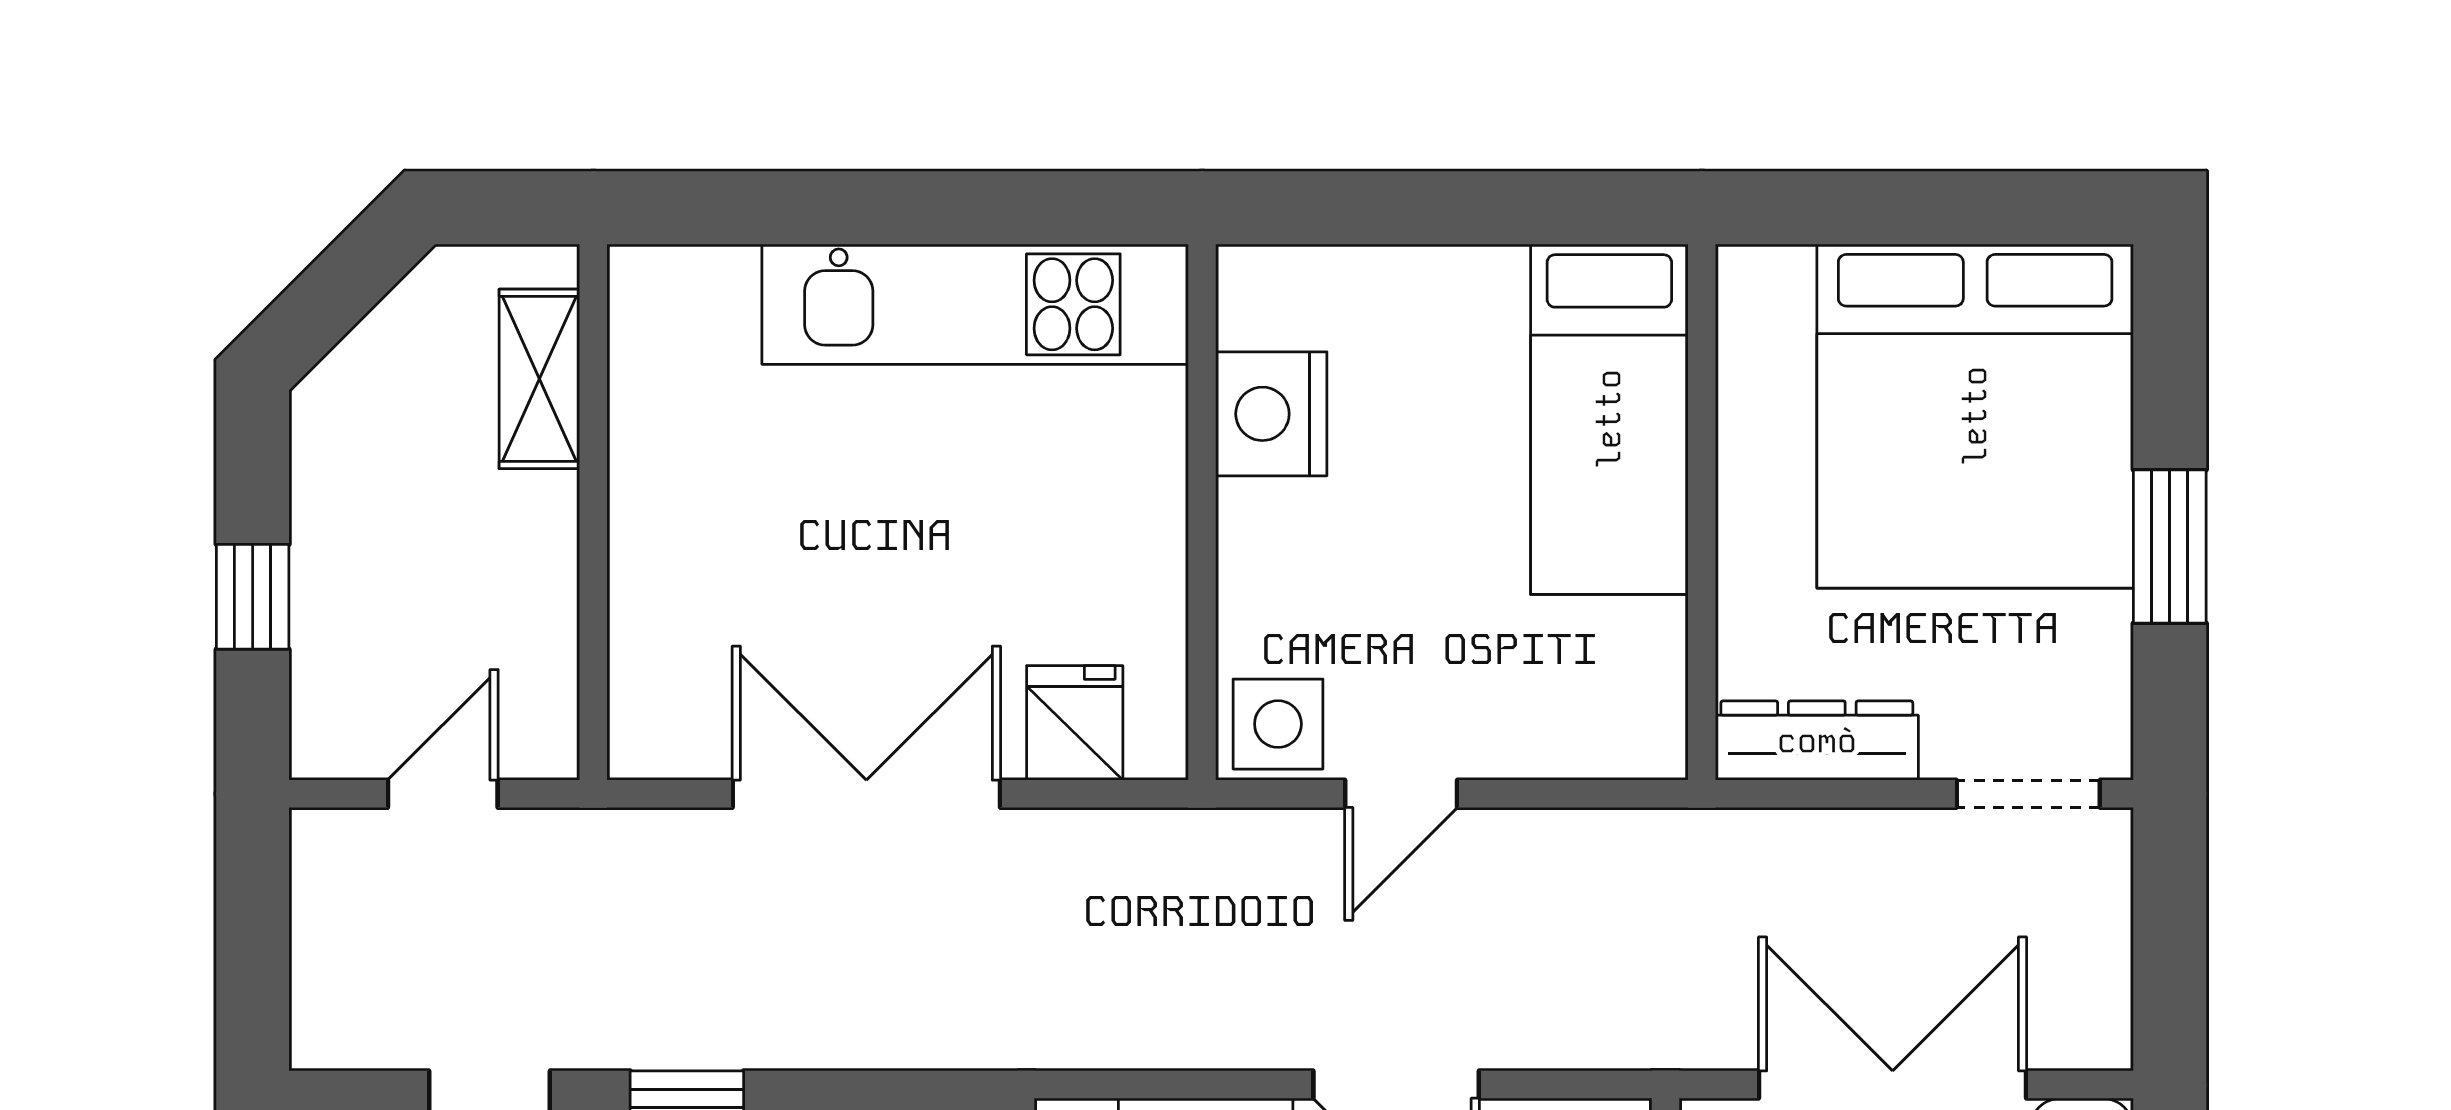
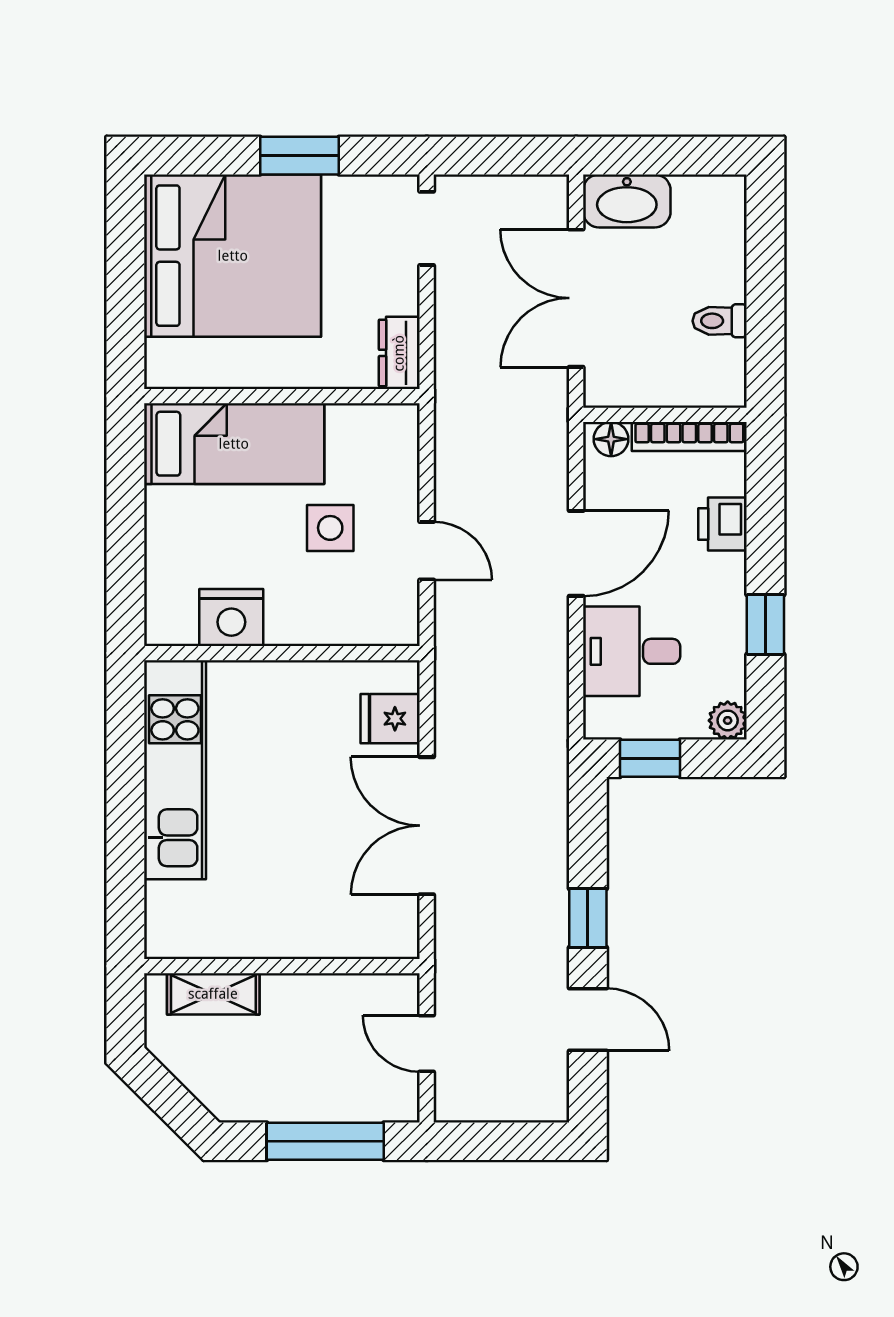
window: (253, 597) -> (325, 1141), width x2.17
side table: (1278, 724) -> (330, 528), moved
dresser: (1817, 741) -> (399, 353), width x0.70

